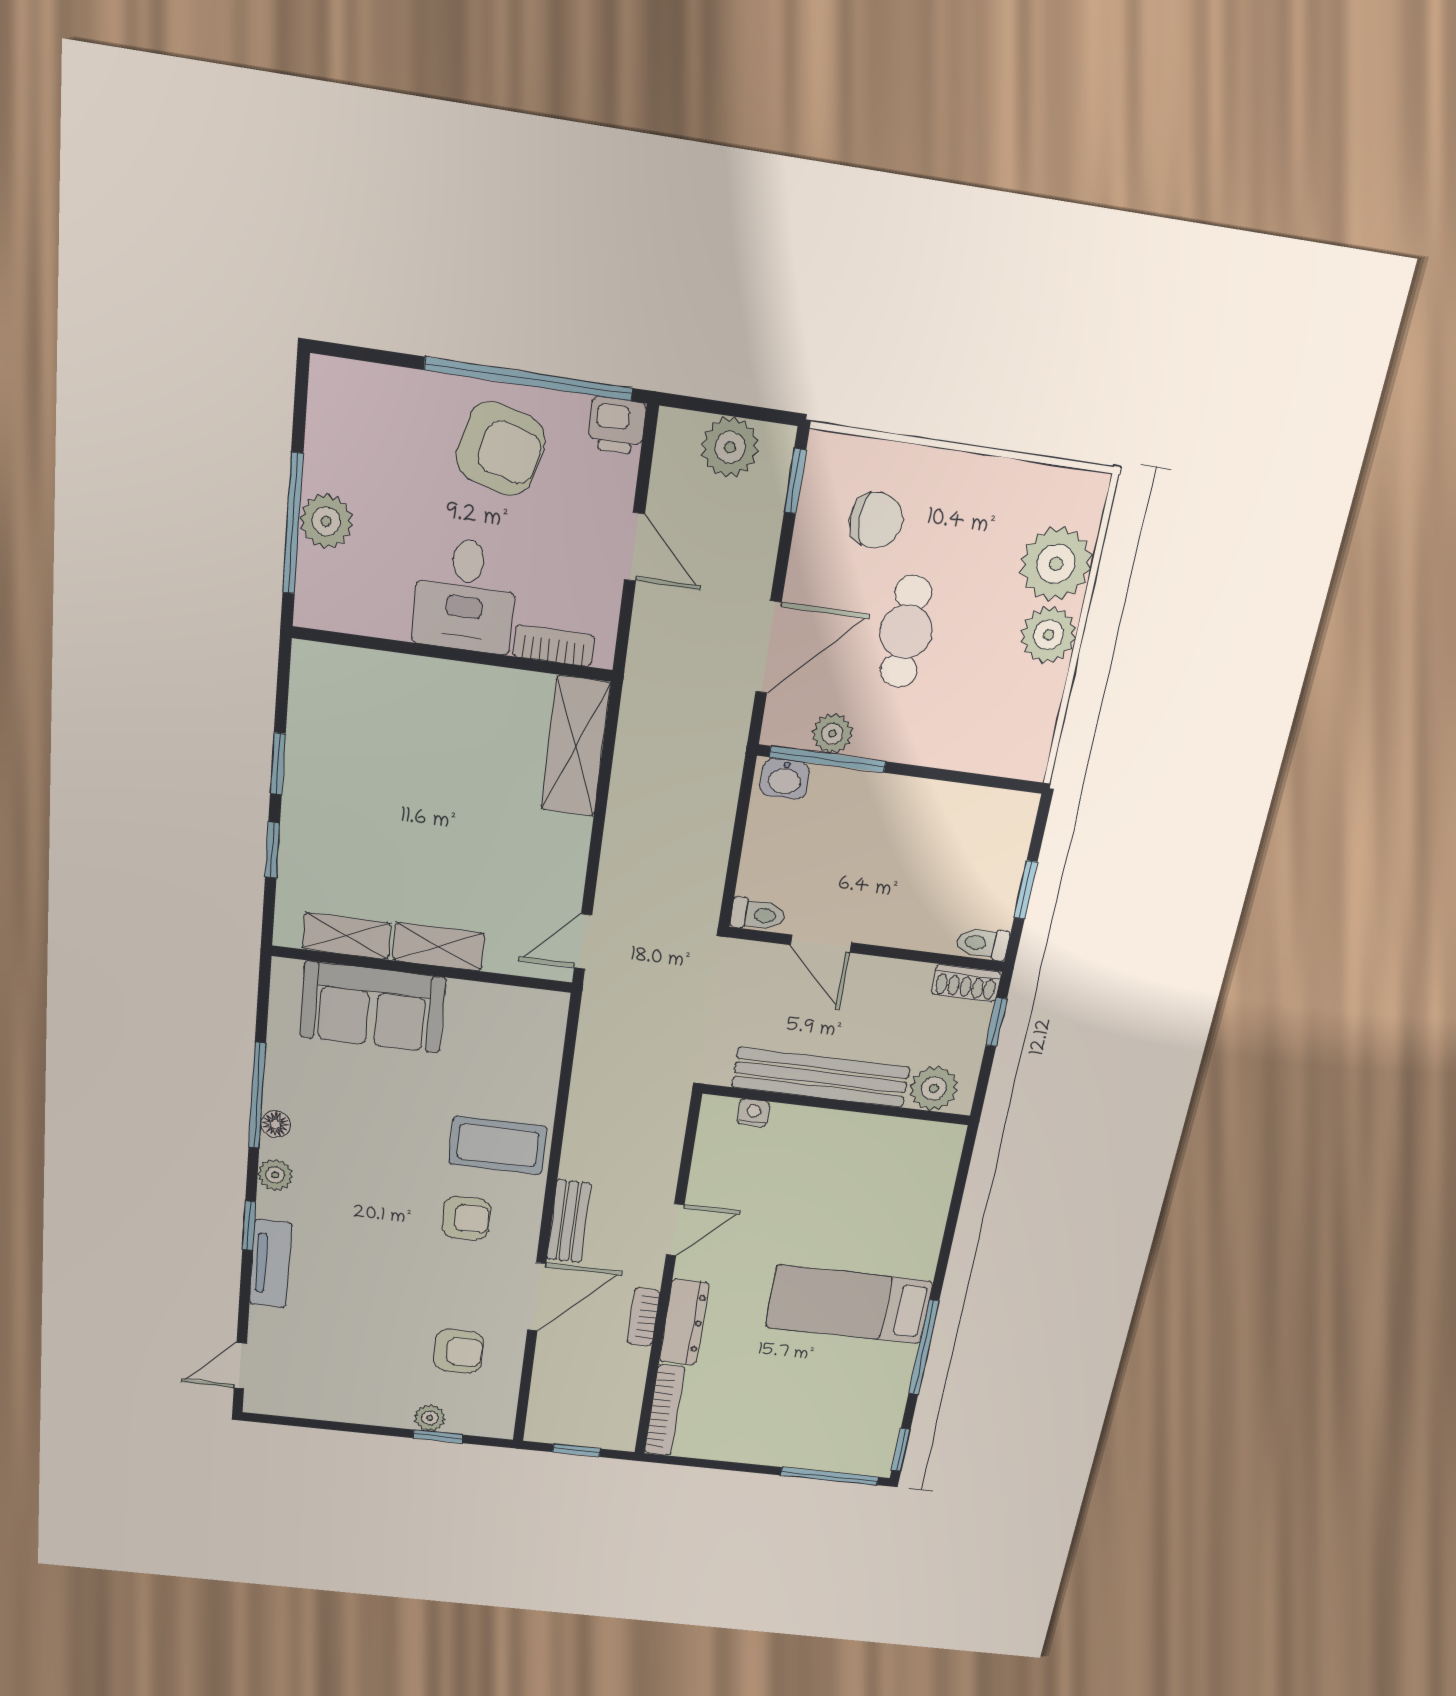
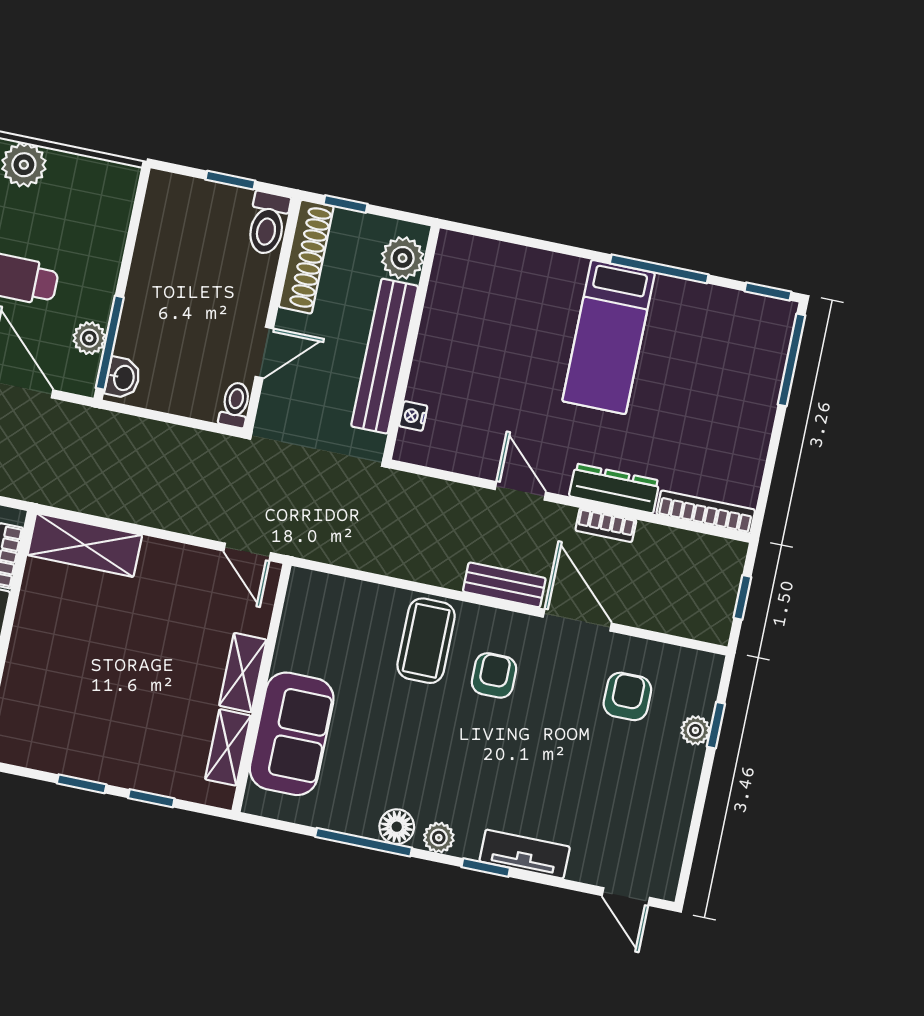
toilet: (983, 943) -> (268, 223), width x1.37, depth x1.39
shoe rack: (966, 983) -> (306, 257), width x1.94, depth x1.24
floor lamp: (276, 1124) -> (397, 827), width x1.37, depth x1.37

